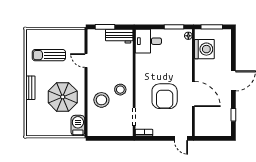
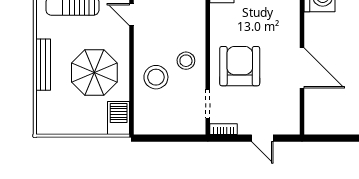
bench: (30, 88) -> (43, 65), width x1.36
armchair: (165, 96) -> (240, 66), moved, turned 180
door: (181, 138) -> (262, 138), moved

